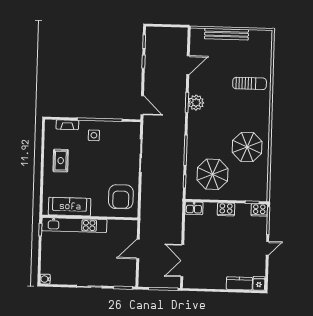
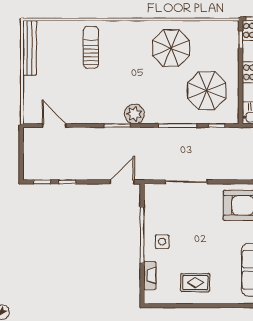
bench: (227, 34) -> (30, 48), moved
door: (188, 65) -> (54, 126), moved
plant: (196, 103) -> (134, 114), moved

